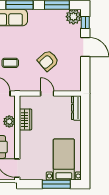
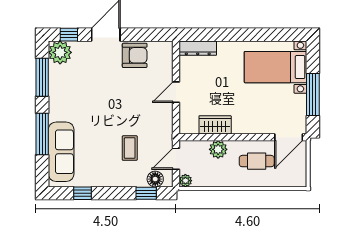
armchair: (48, 61) -> (135, 55), moved, turned -49
window: (56, 184) -> (313, 95), moved

